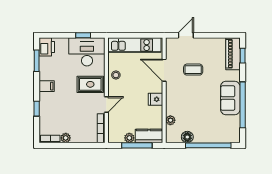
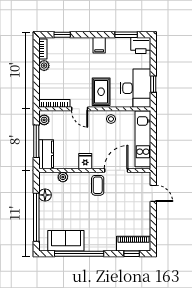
coffee table: (193, 70) -> (98, 185), moved
sofa: (230, 98) -> (66, 241), moved
window: (37, 109) -> (62, 35), moved
plant: (129, 138) -> (44, 120), moved

